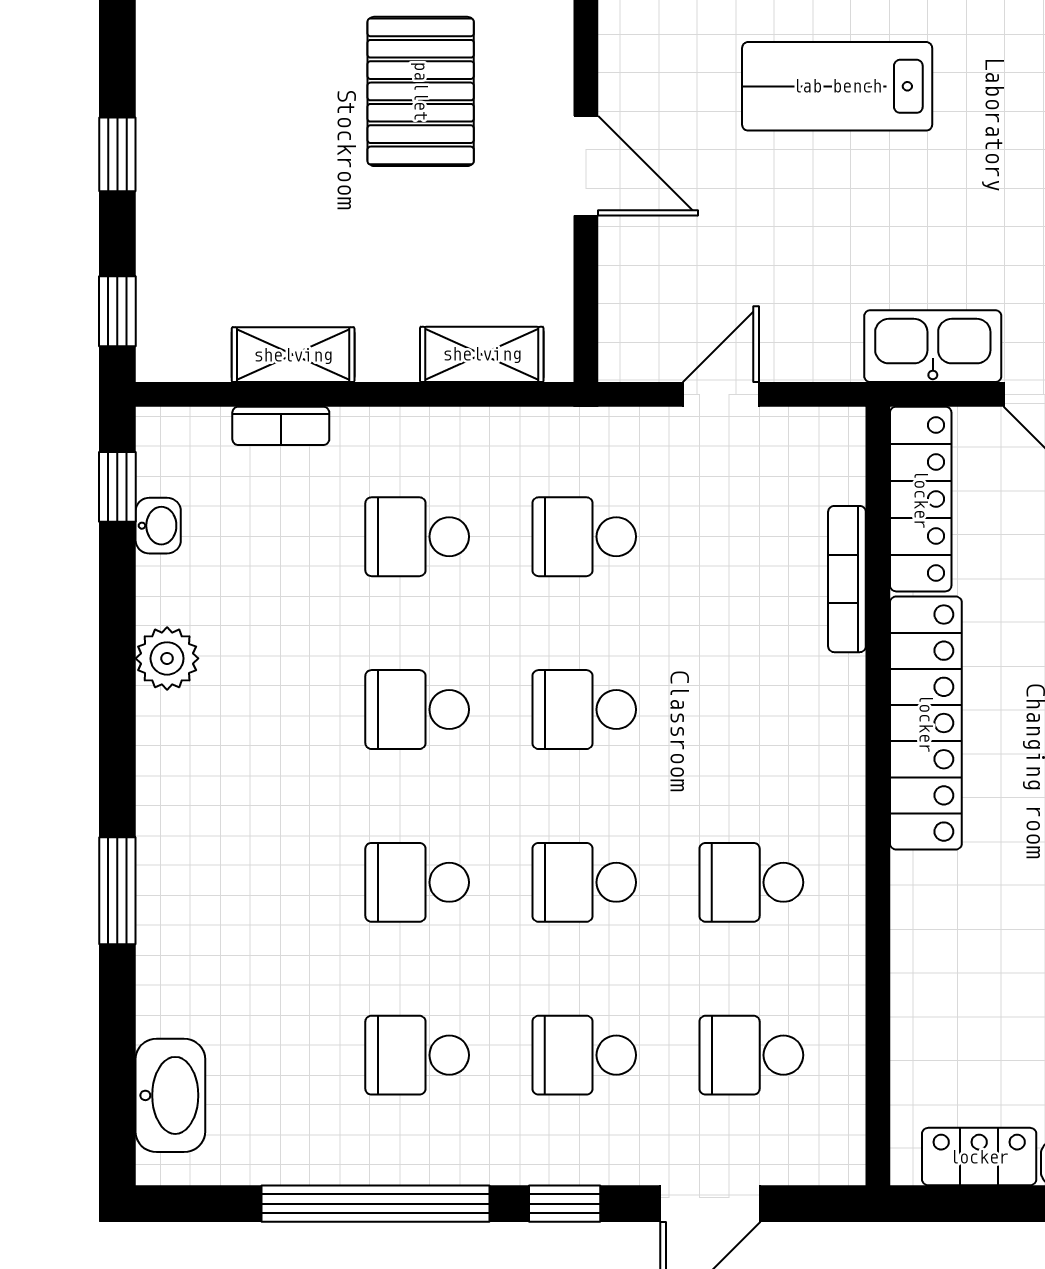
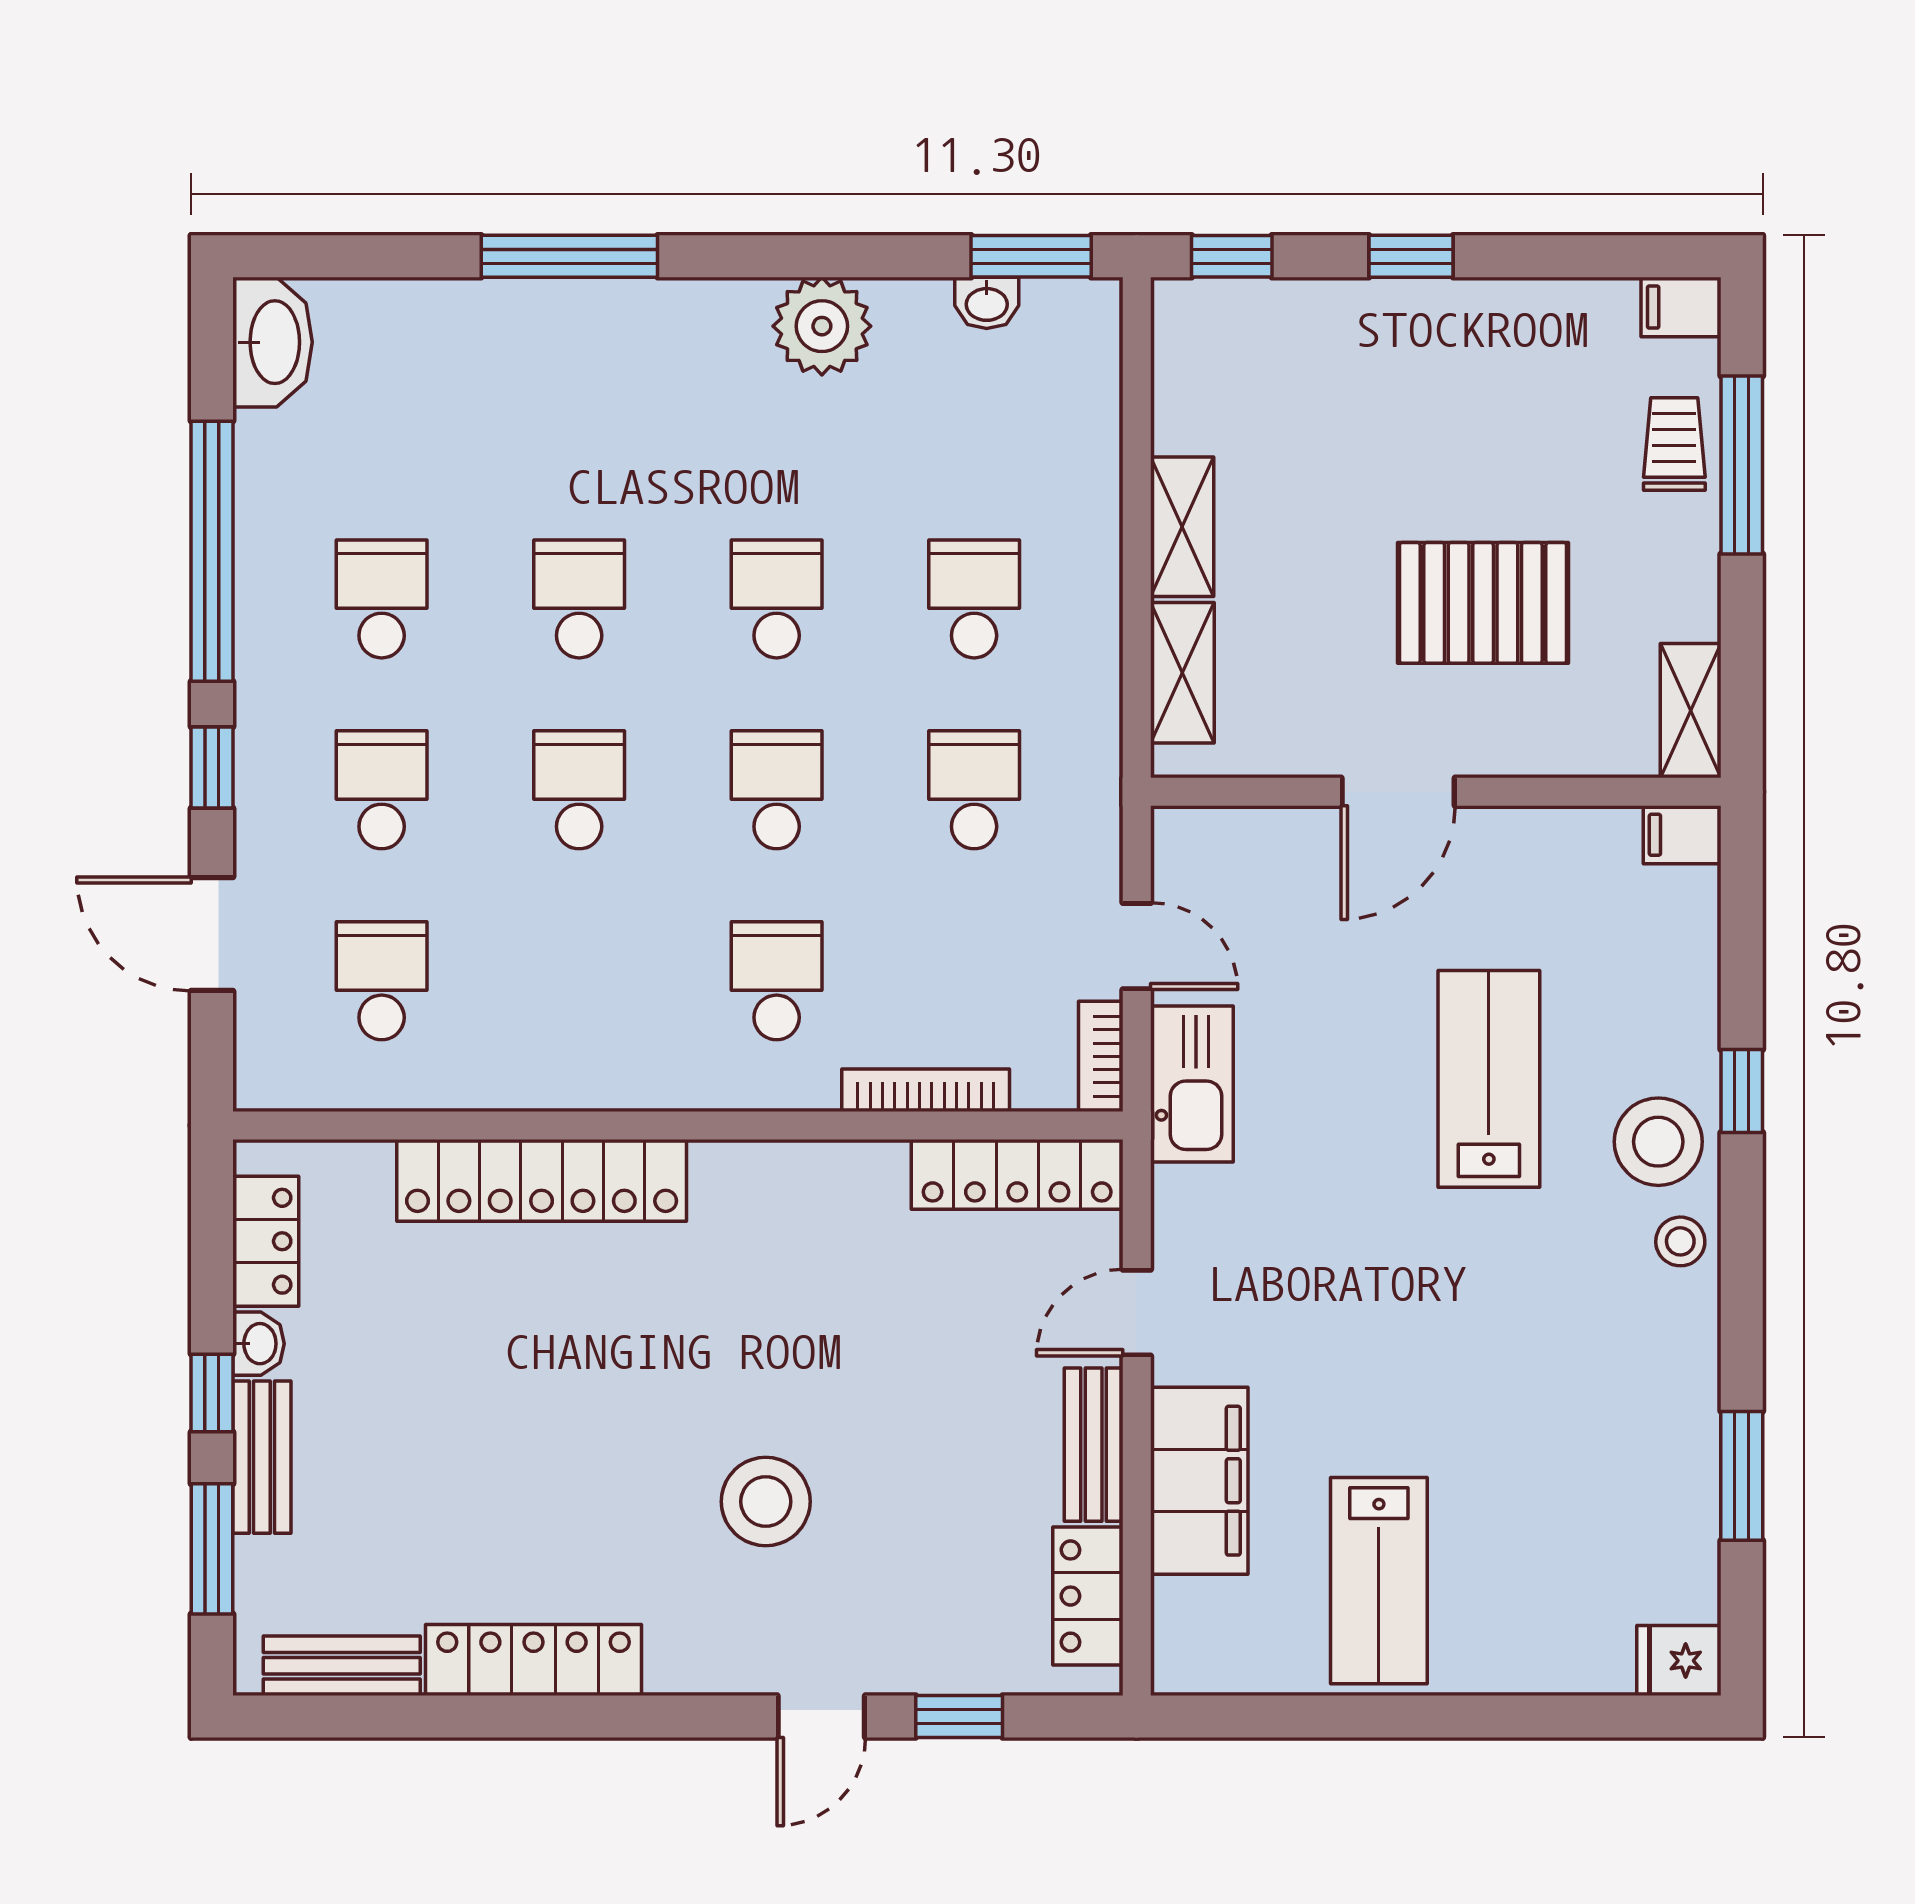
kitchen sink: (933, 346) -> (1192, 1084), moved
shelving: (293, 355) -> (1182, 527), moved
bookcase: (281, 426) -> (1101, 1056), moved
window: (117, 487) -> (1031, 256), width x1.50
plant: (167, 658) -> (822, 326), width x1.36, depth x1.36
locker: (926, 723) -> (542, 1180), moved
school desk: (751, 882) -> (777, 981), moved
window: (117, 891) -> (569, 256), width x1.44
washbasin: (170, 1095) -> (272, 342), moved, turned -90

